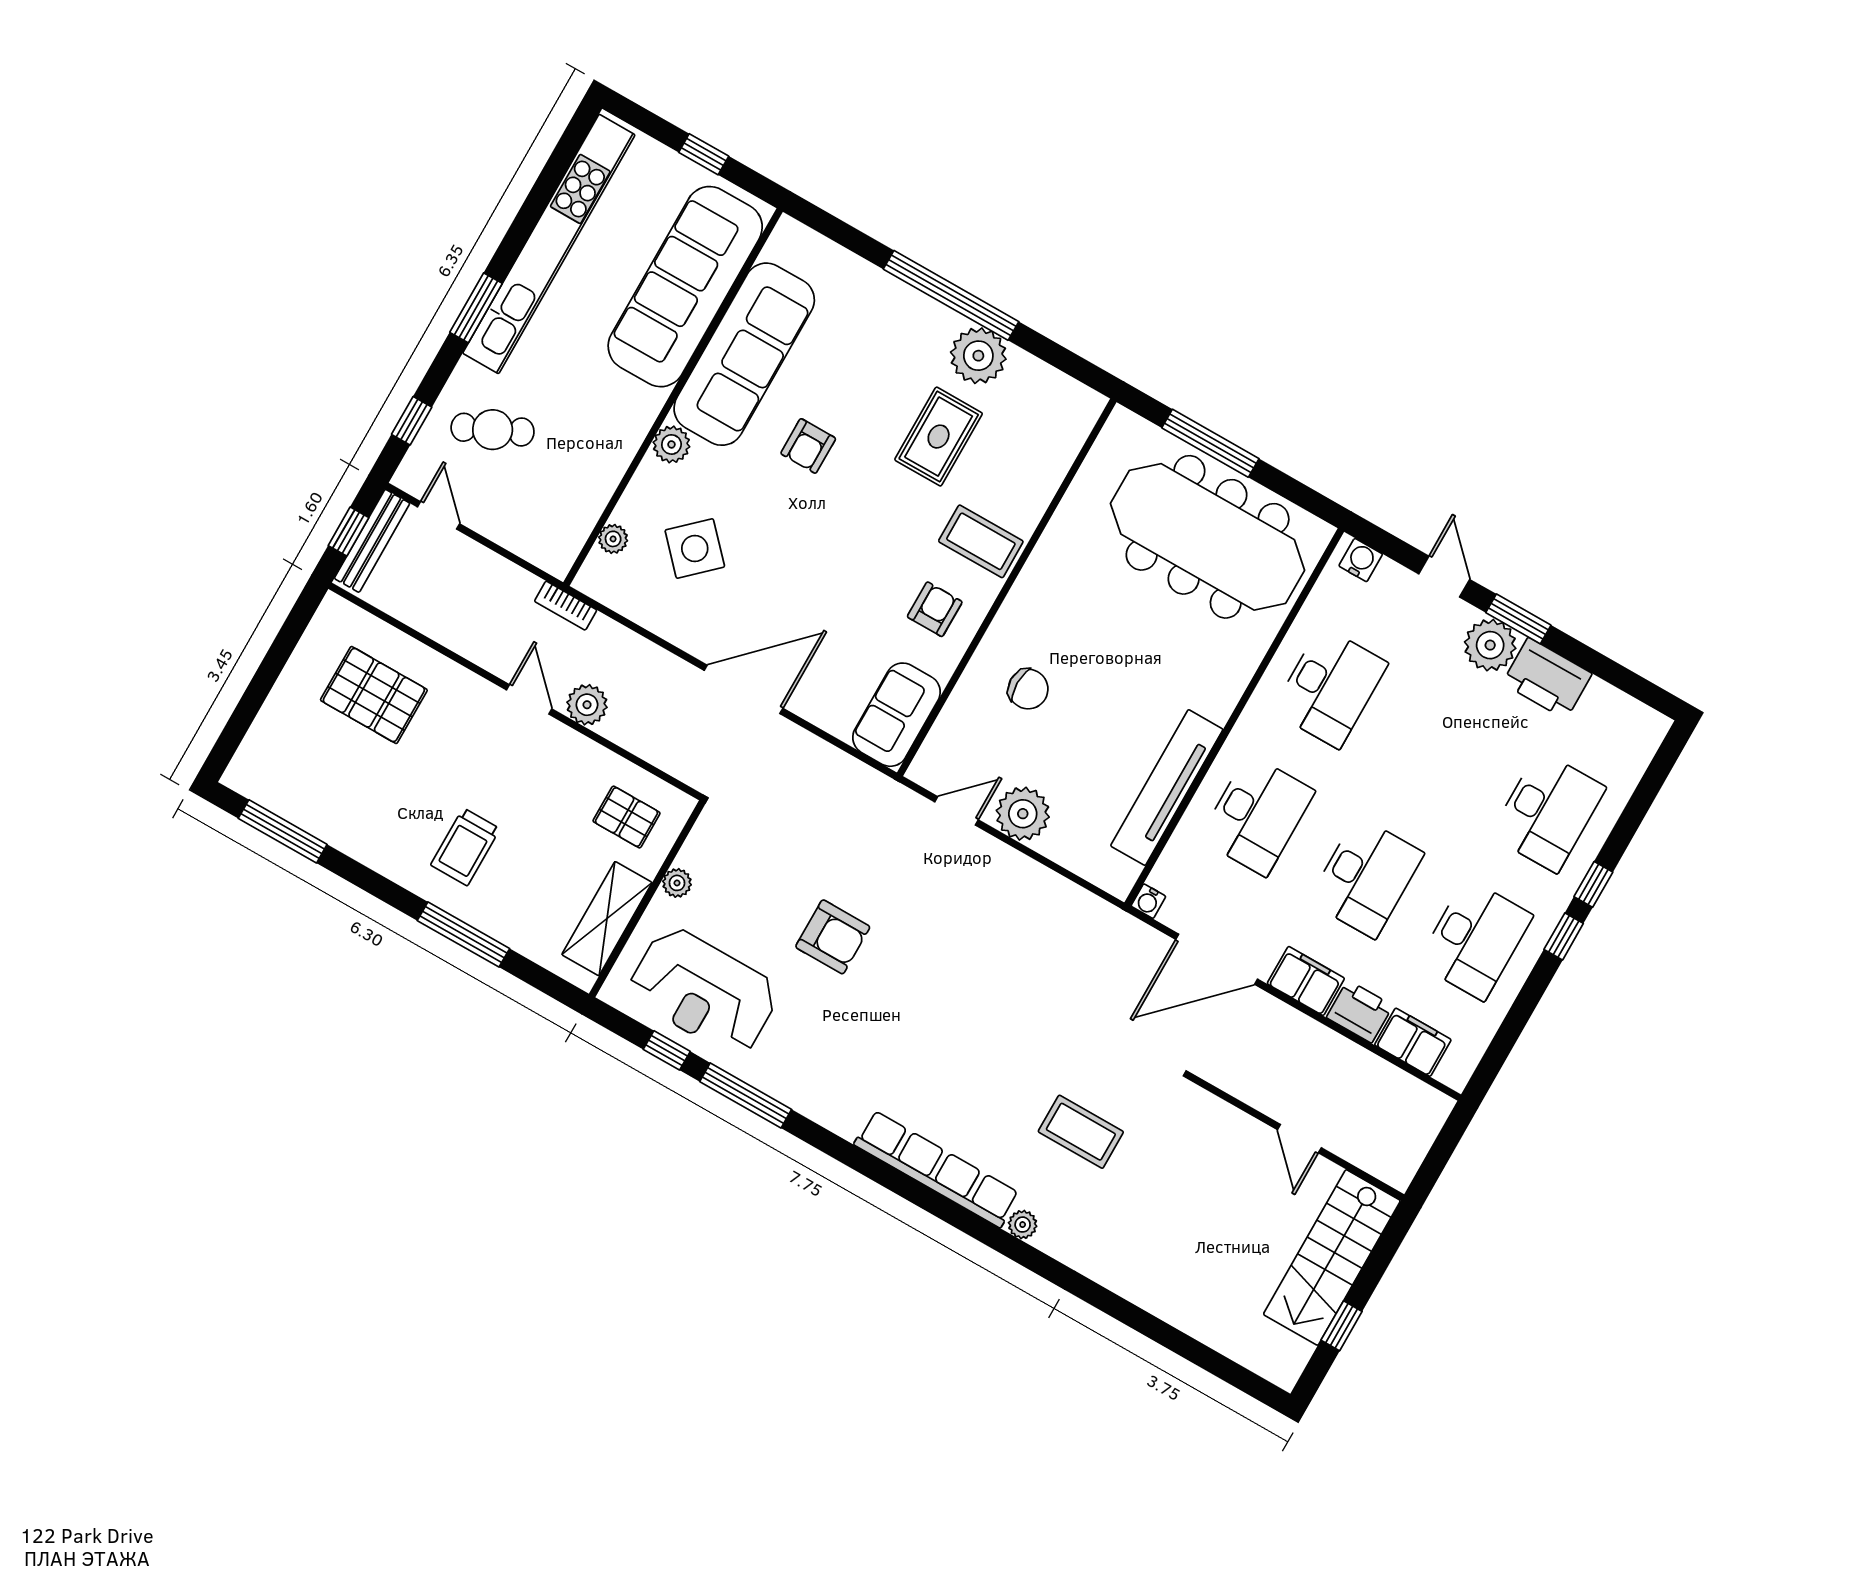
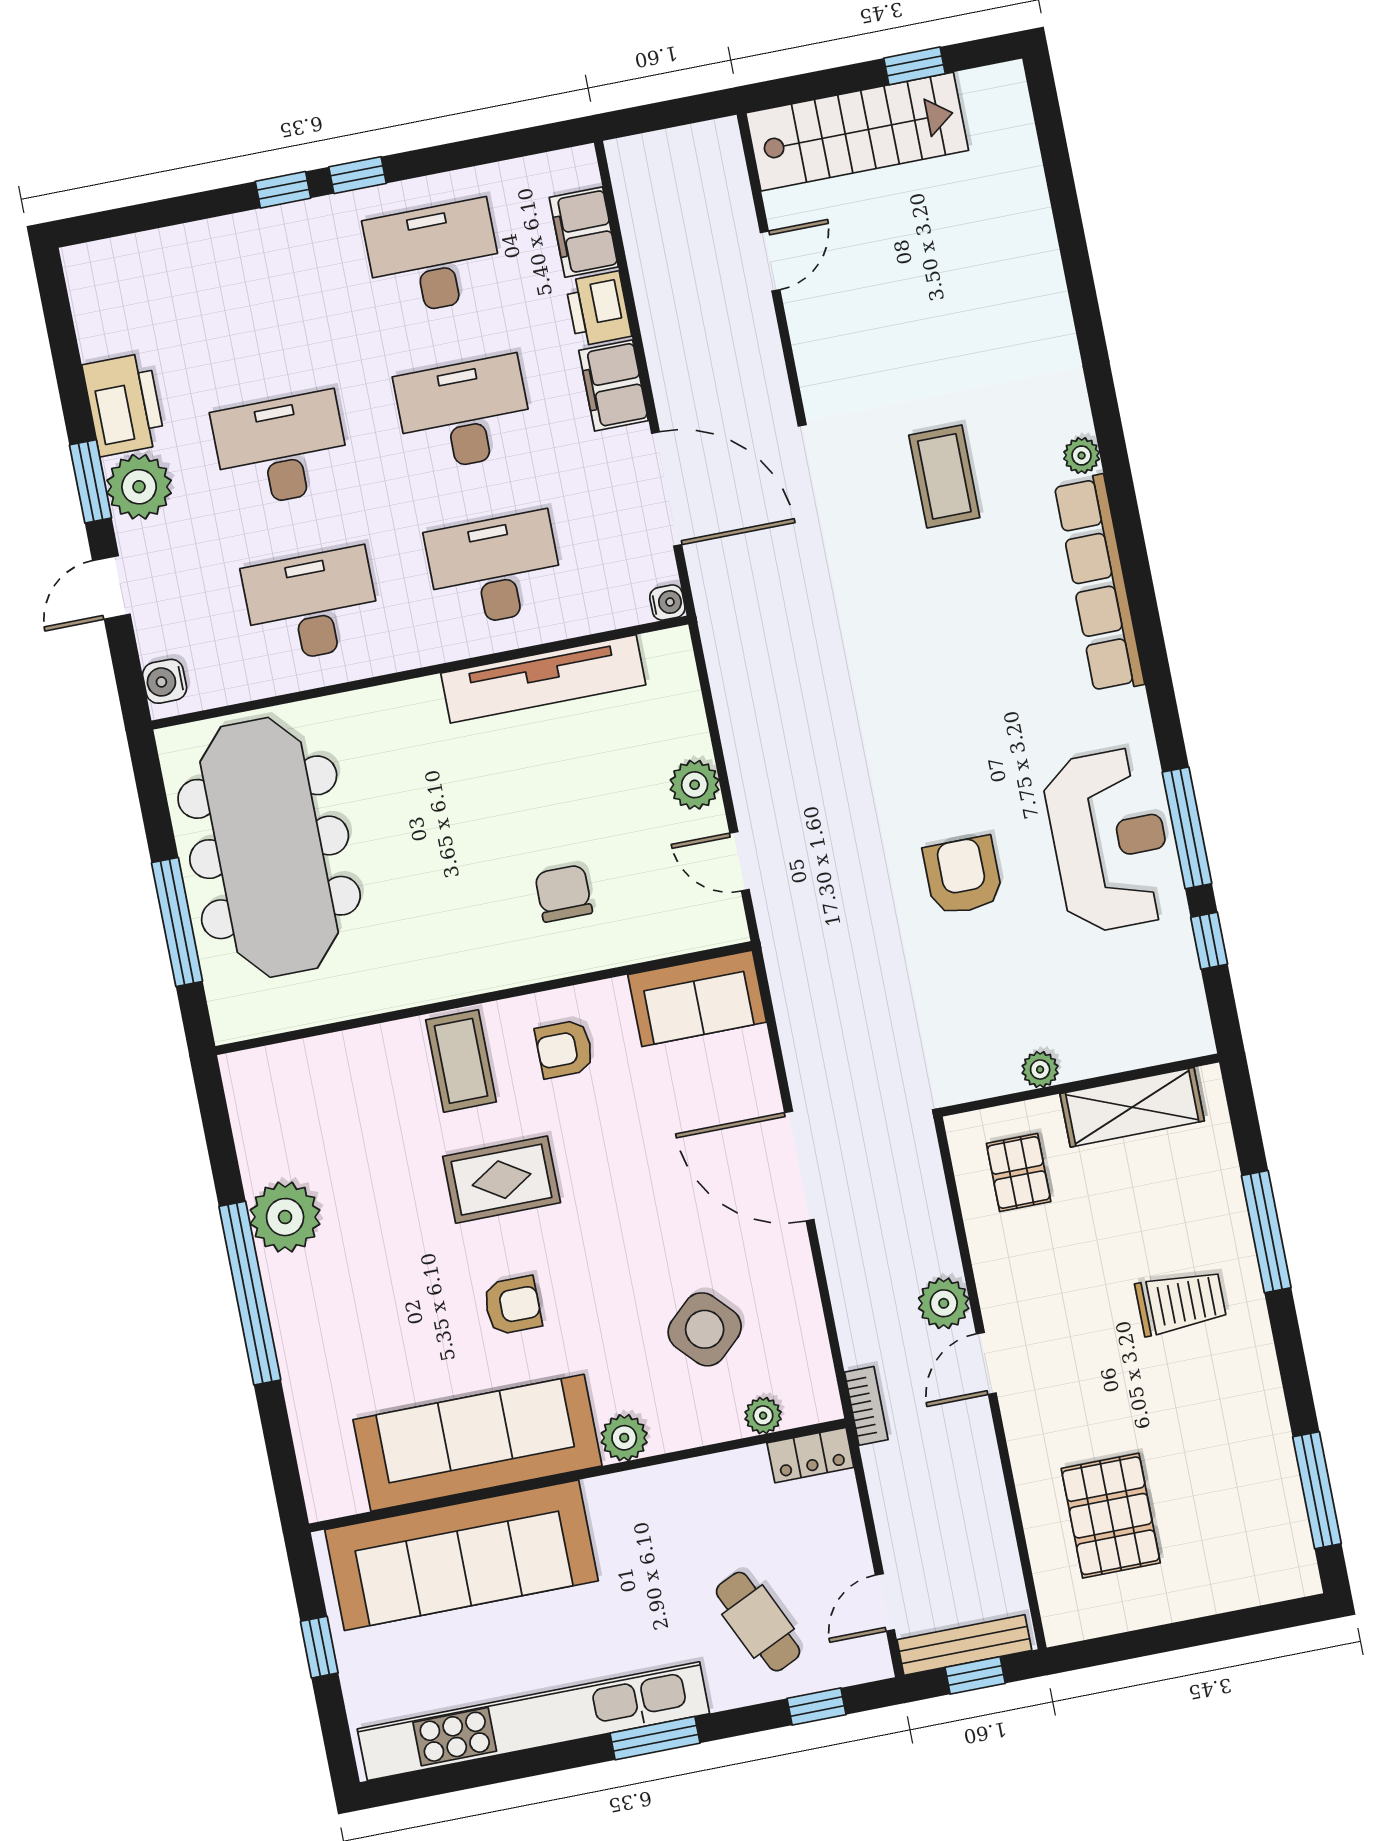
rug: (939, 437) -> (502, 1180), moved
locker: (565, 547) -> (810, 1455), added
desk: (1548, 811) -> (281, 450), moved
plant: (1023, 814) -> (695, 785), width x0.73, depth x0.73
reception desk: (704, 991) -> (1110, 840), moved

